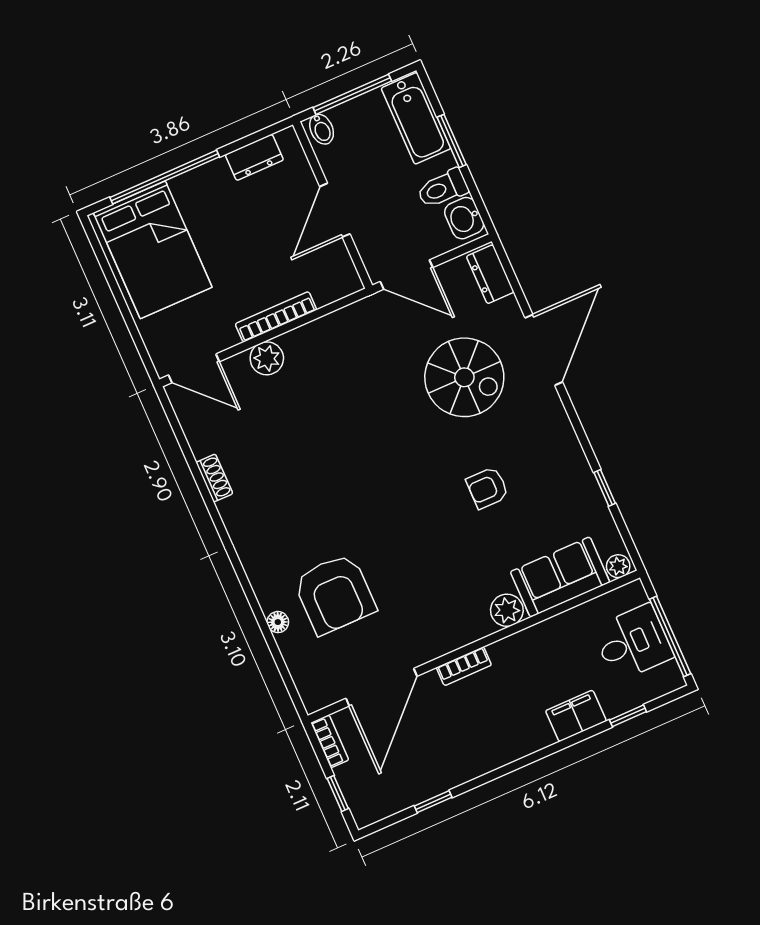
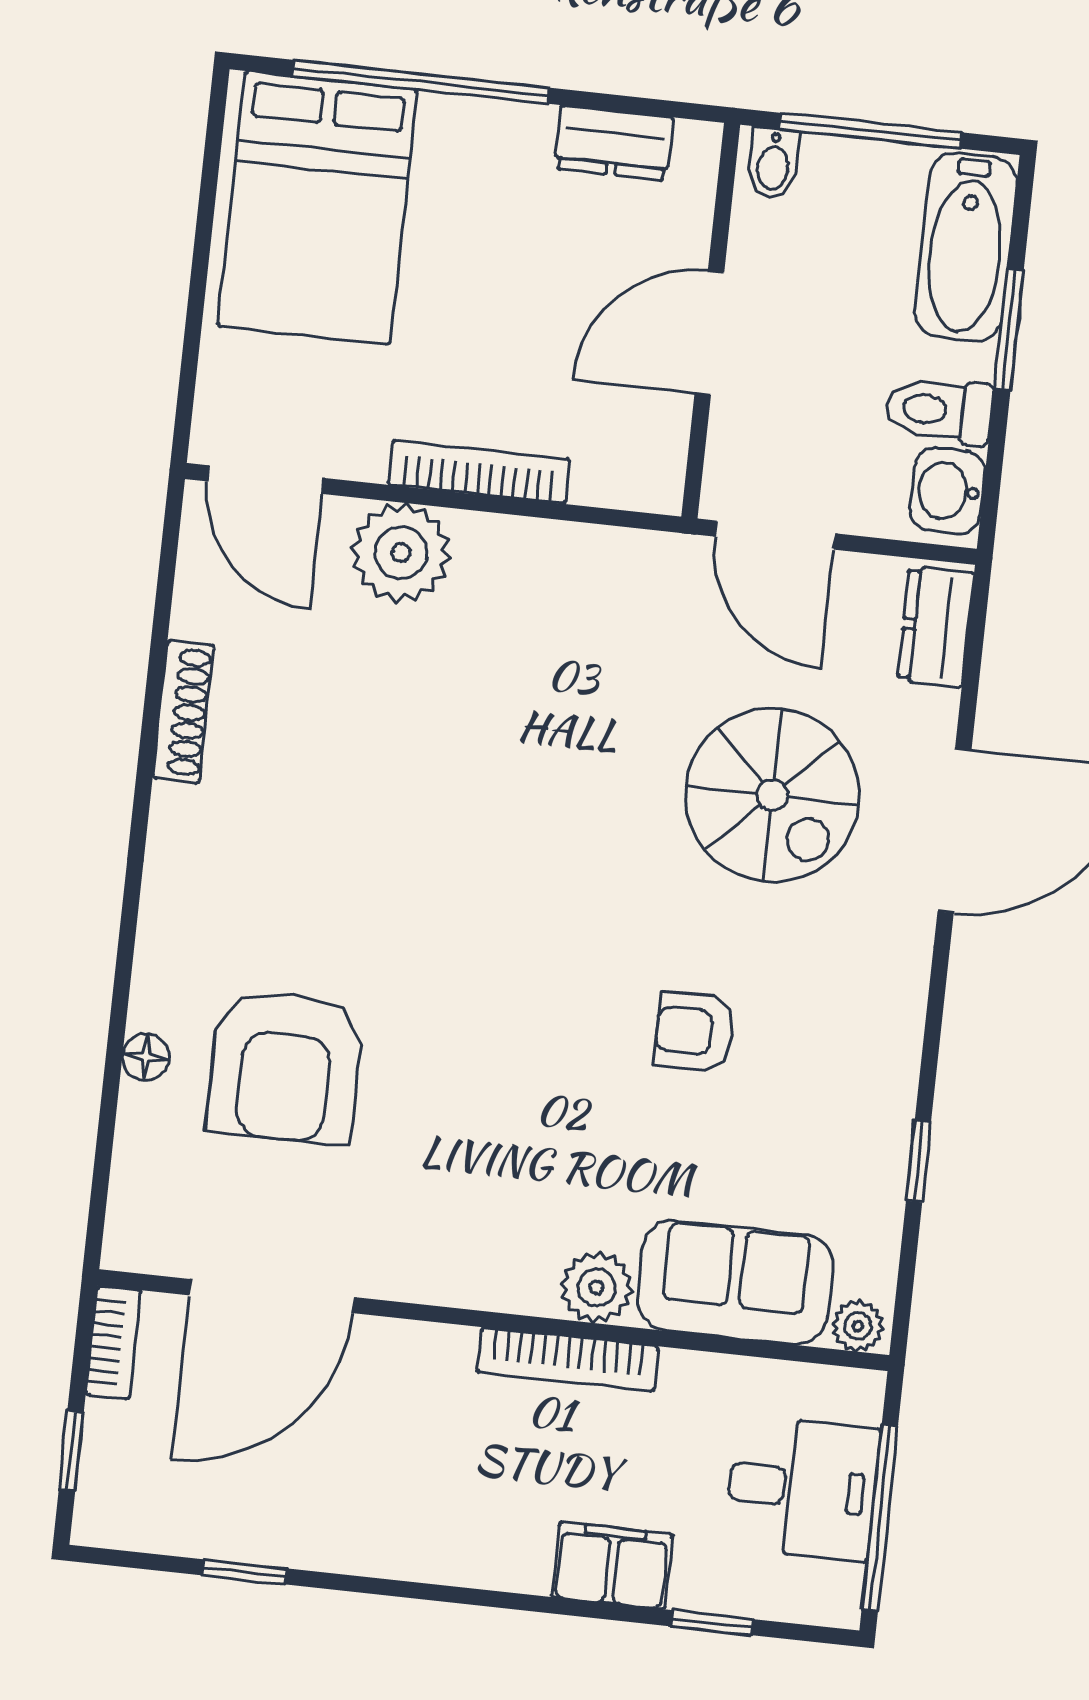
plant: (267, 358) -> (401, 553), width x1.36, depth x1.36
shoe rack: (214, 478) -> (183, 712), width x1.43
bookcase: (464, 666) -> (568, 1359), moved, width x1.56

